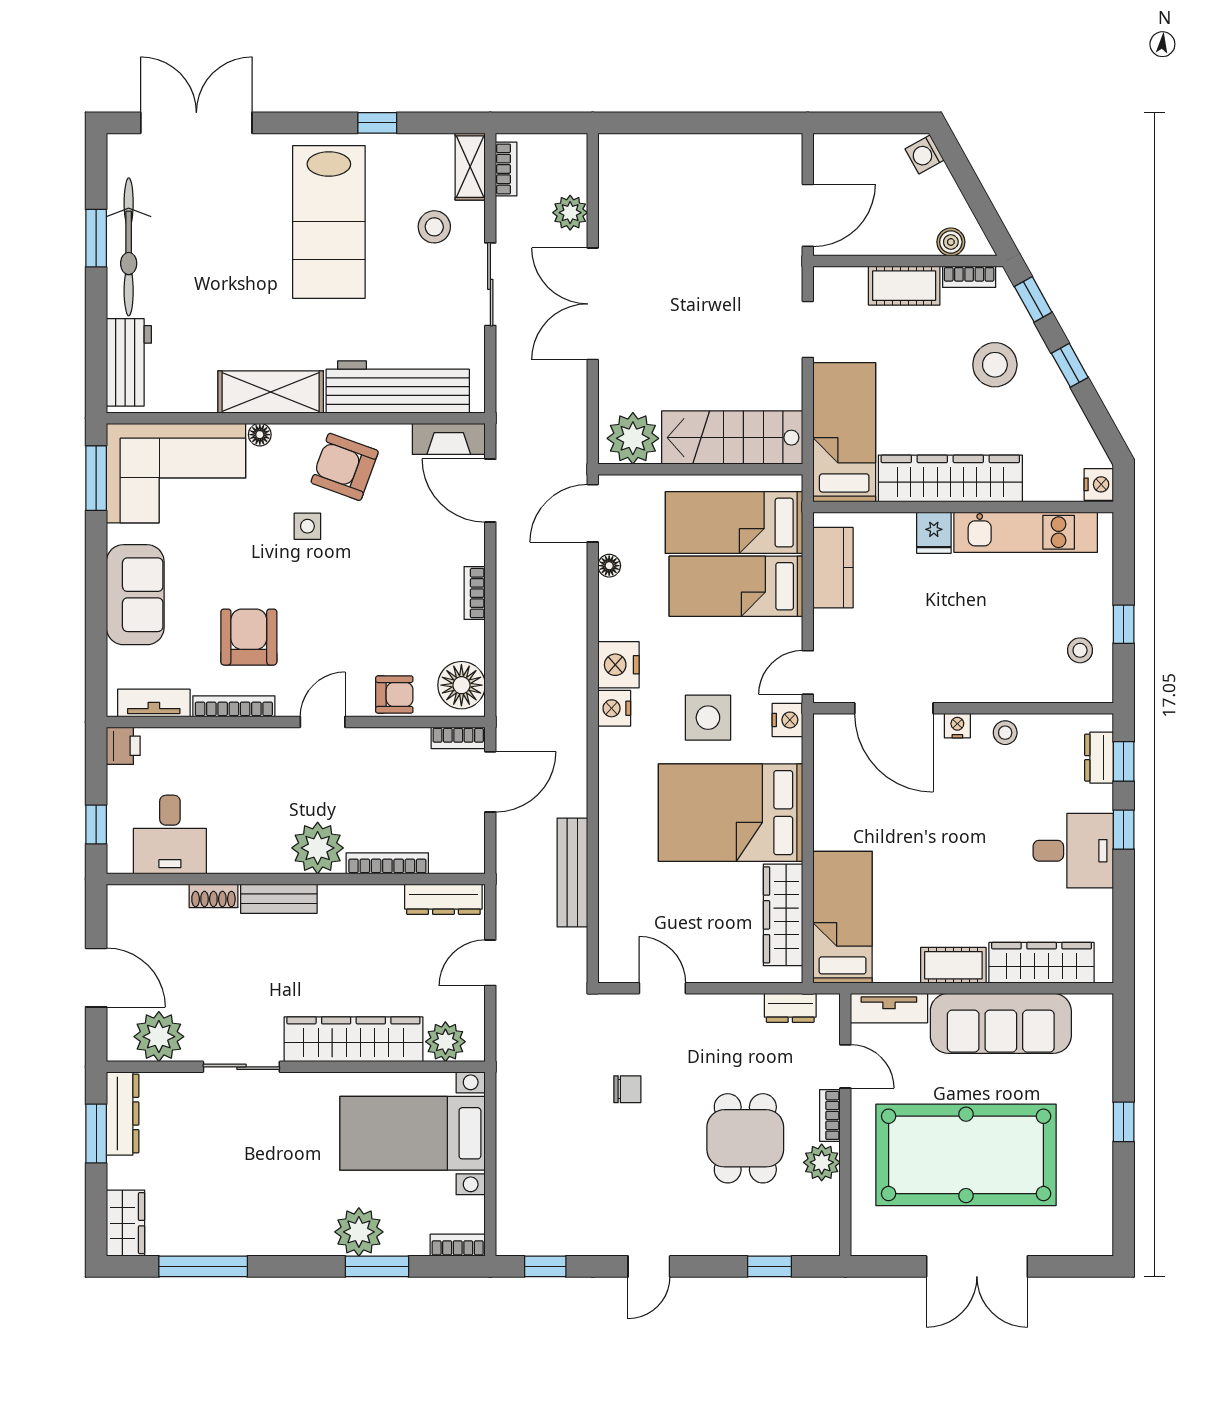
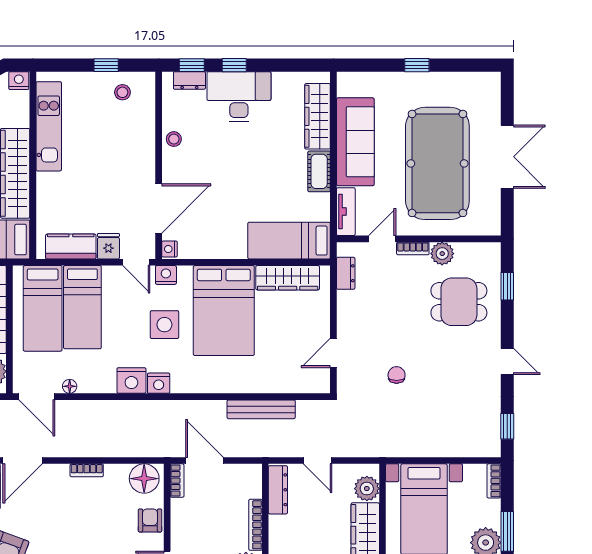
fridge: (934, 533) -> (108, 246), moved, turned -90
nightstand: (957, 726) -> (170, 249), moved
desk: (1073, 851) -> (239, 97), width x1.37
dining table: (745, 1138) -> (459, 302), moved

